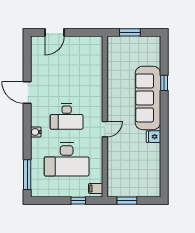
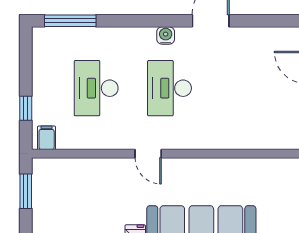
water cooler: (36, 132) -> (166, 35), moved
desk: (67, 159) -> (96, 88), width x0.73, depth x0.77

